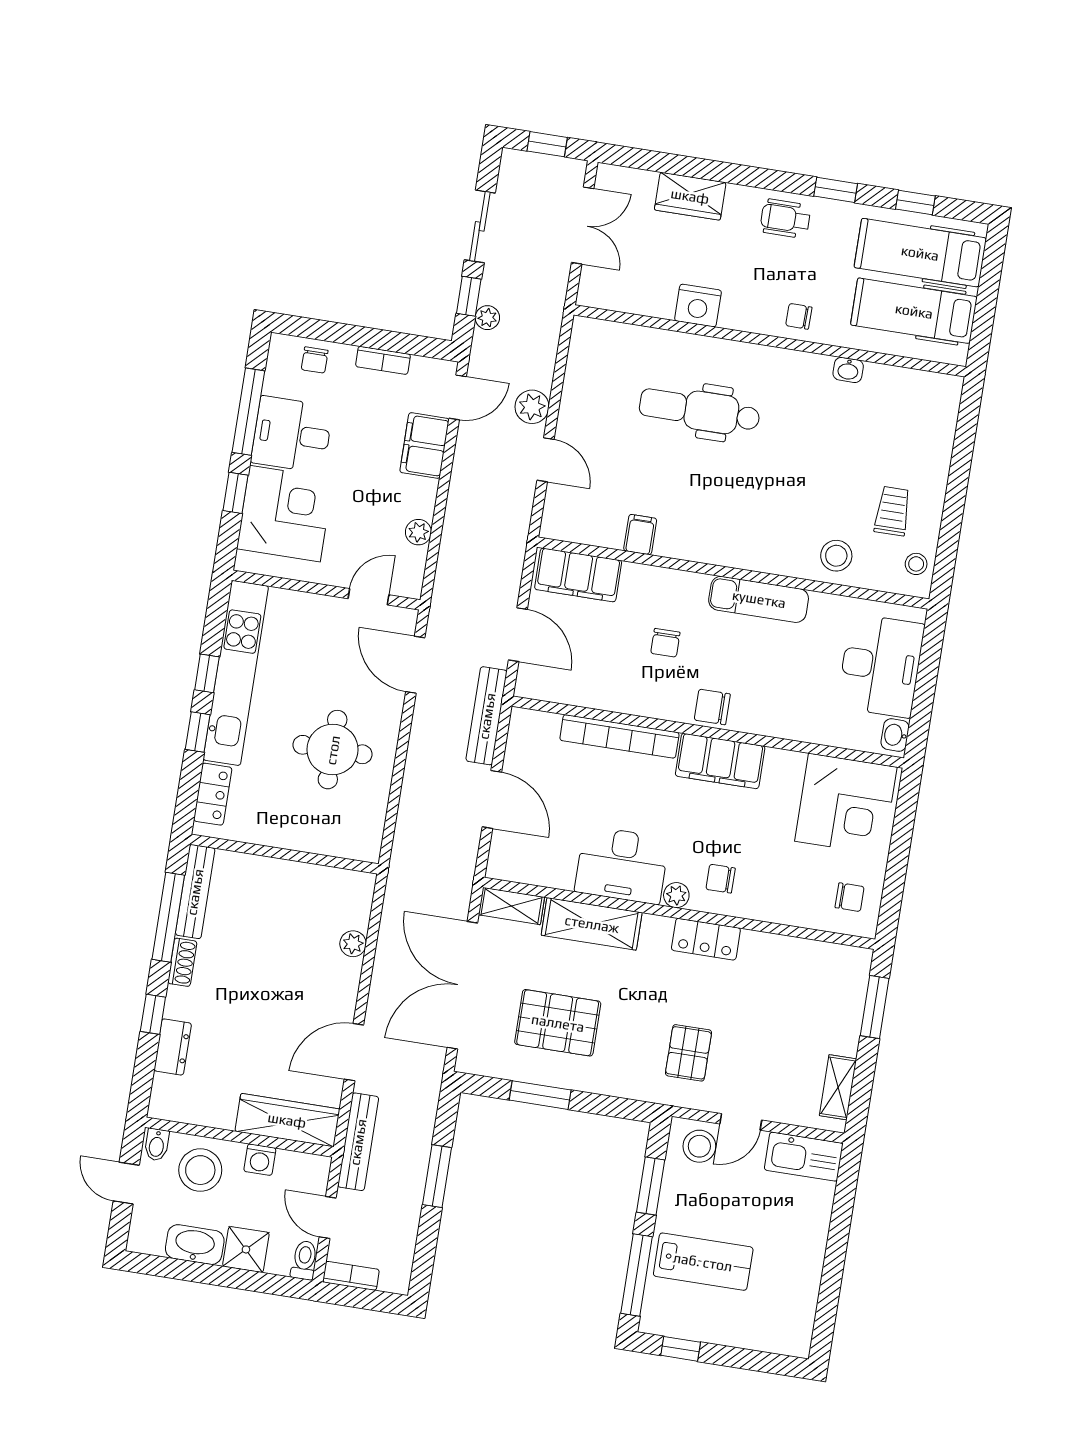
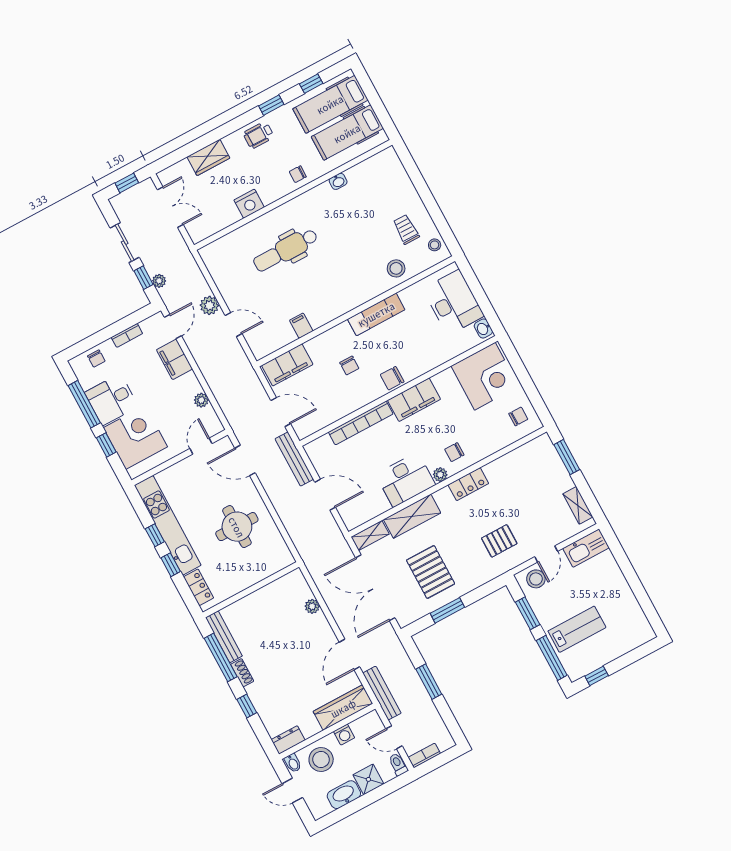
pallet: (558, 1023) -> (431, 572), turned 90
dresser: (173, 1047) -> (288, 740), moved, turned -90
pallet: (688, 1053) -> (499, 541), turned 90

